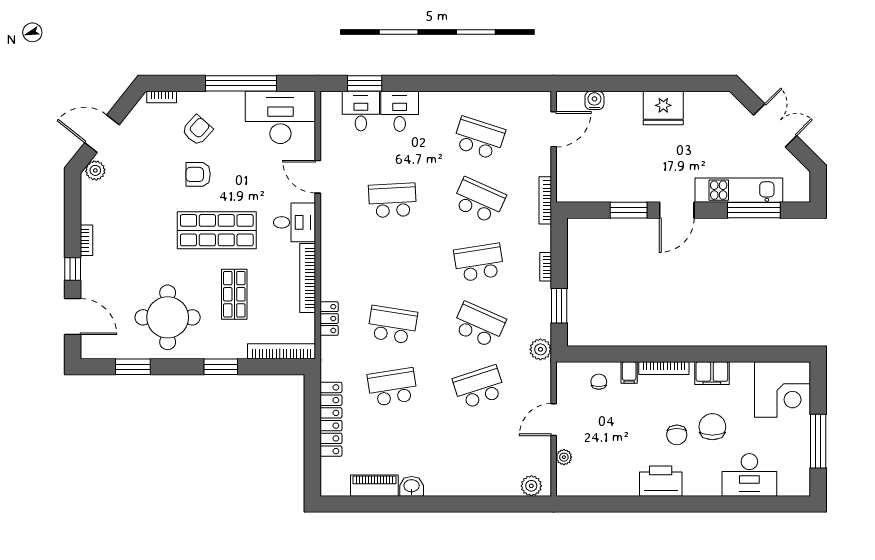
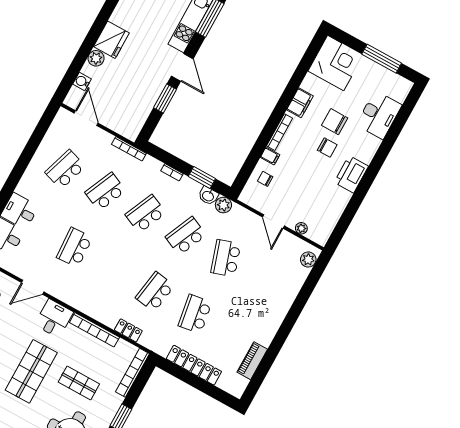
plant: (631, 102) -> (96, 58), added
school desk: (479, 263) -> (146, 214), turned 33
washbasin: (412, 486) -> (208, 196), moved, turned -90

